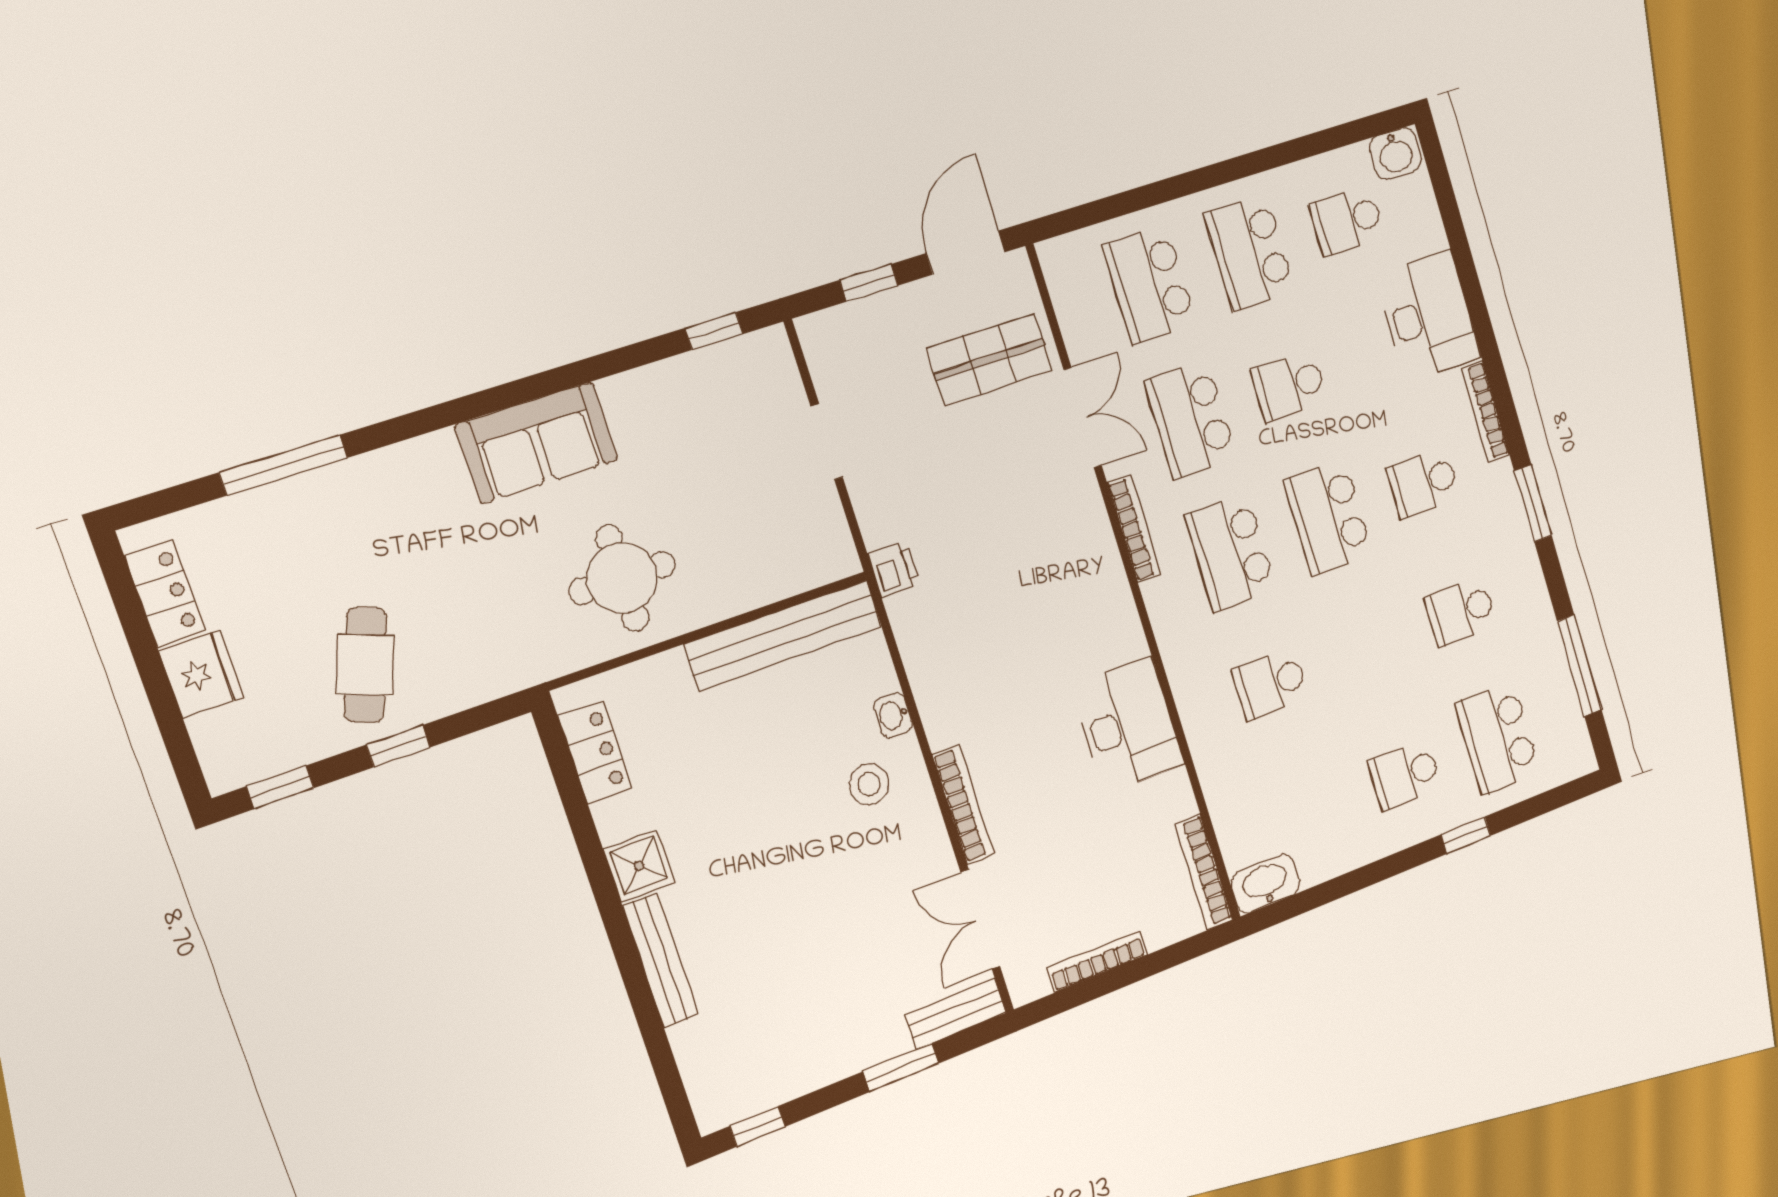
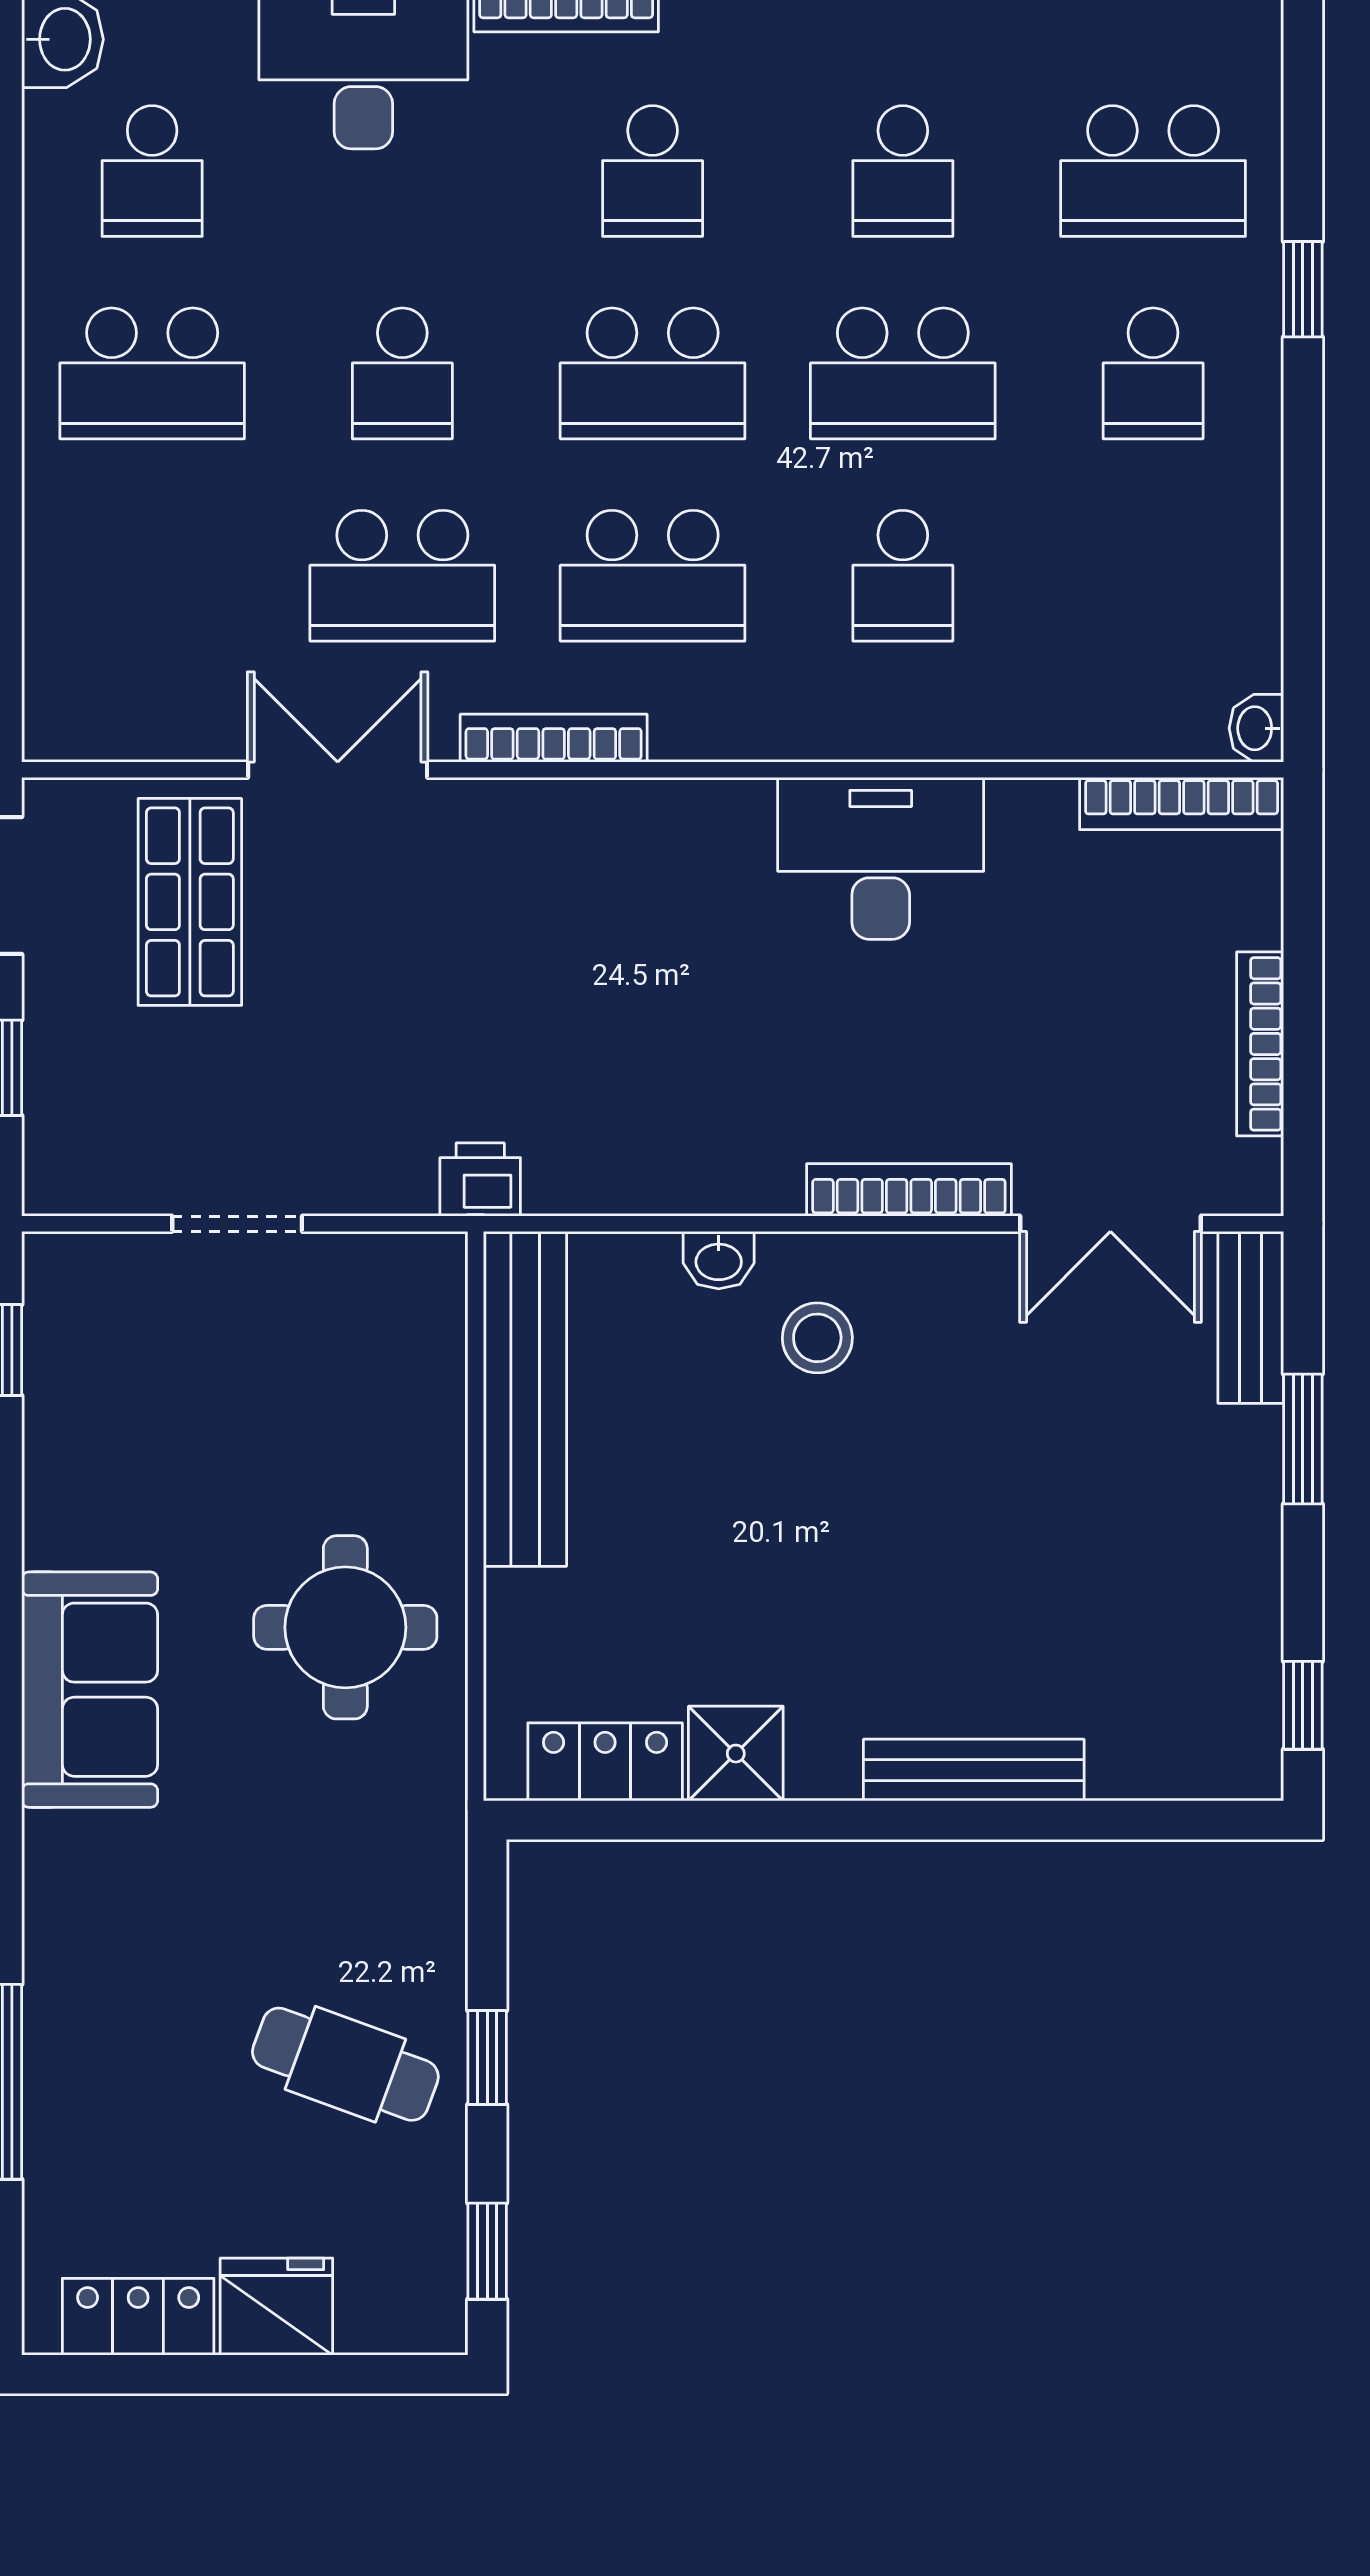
school desk: (1150, 285) -> (903, 373), moved
shower: (639, 866) -> (736, 1754), moved
washbasin: (1265, 884) -> (1256, 728), width x0.52, depth x0.69

